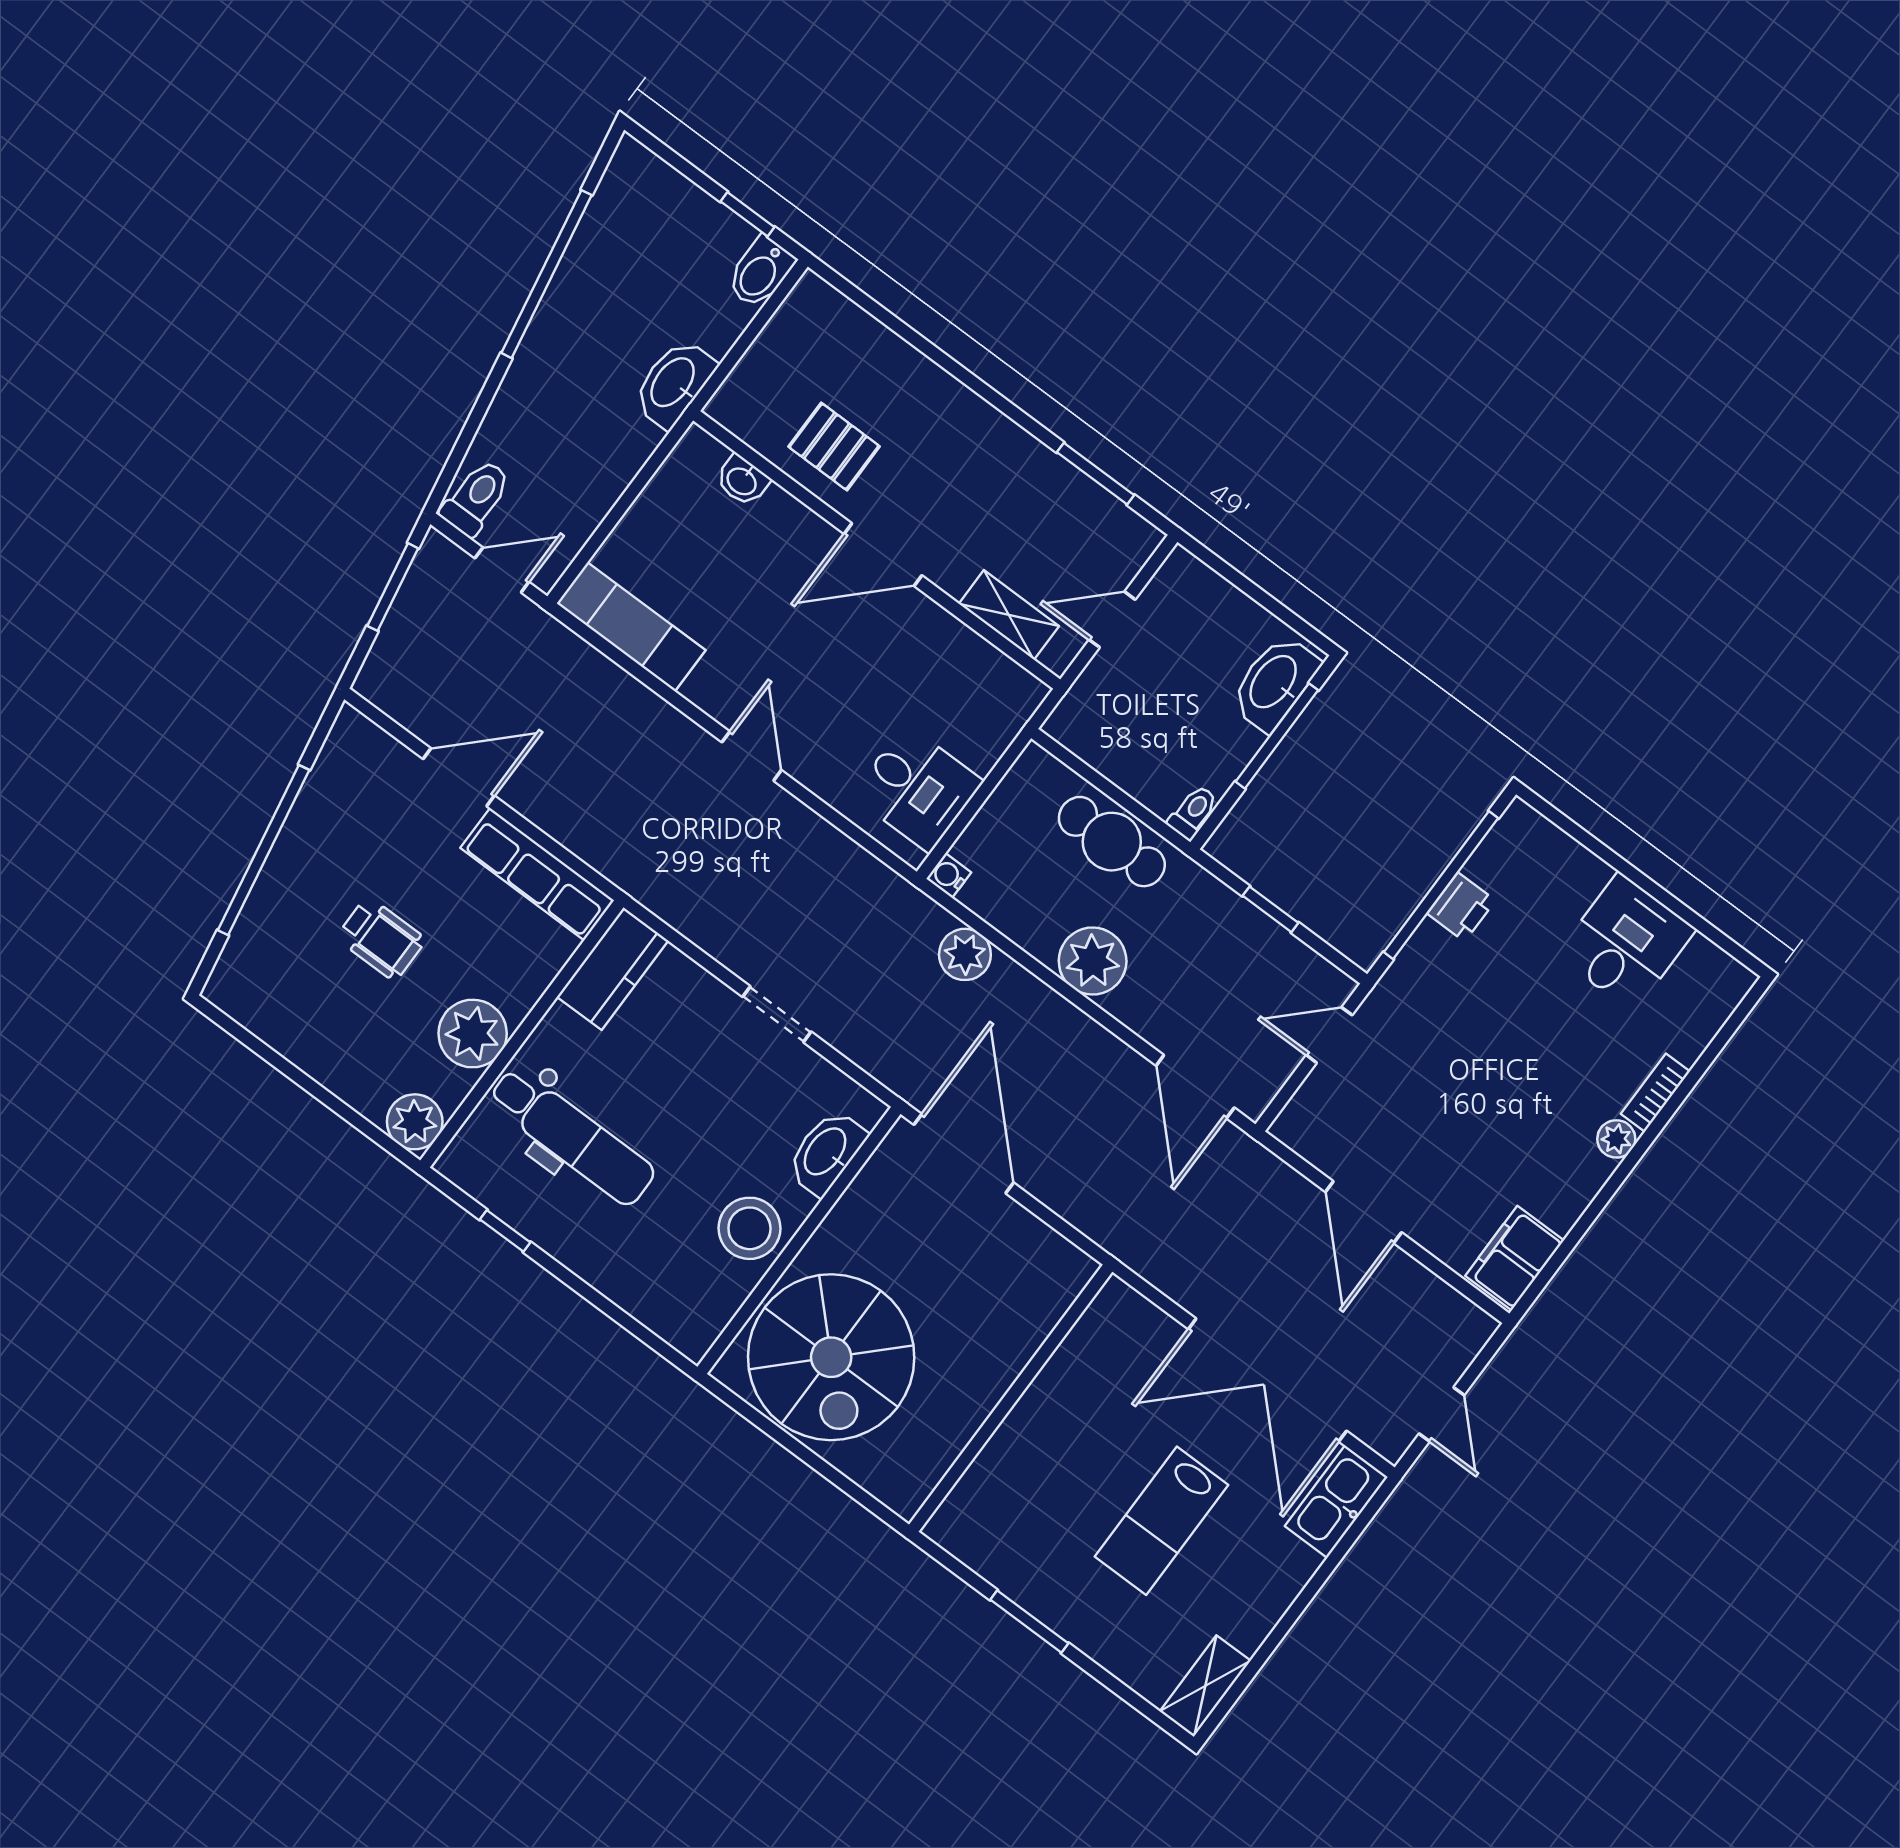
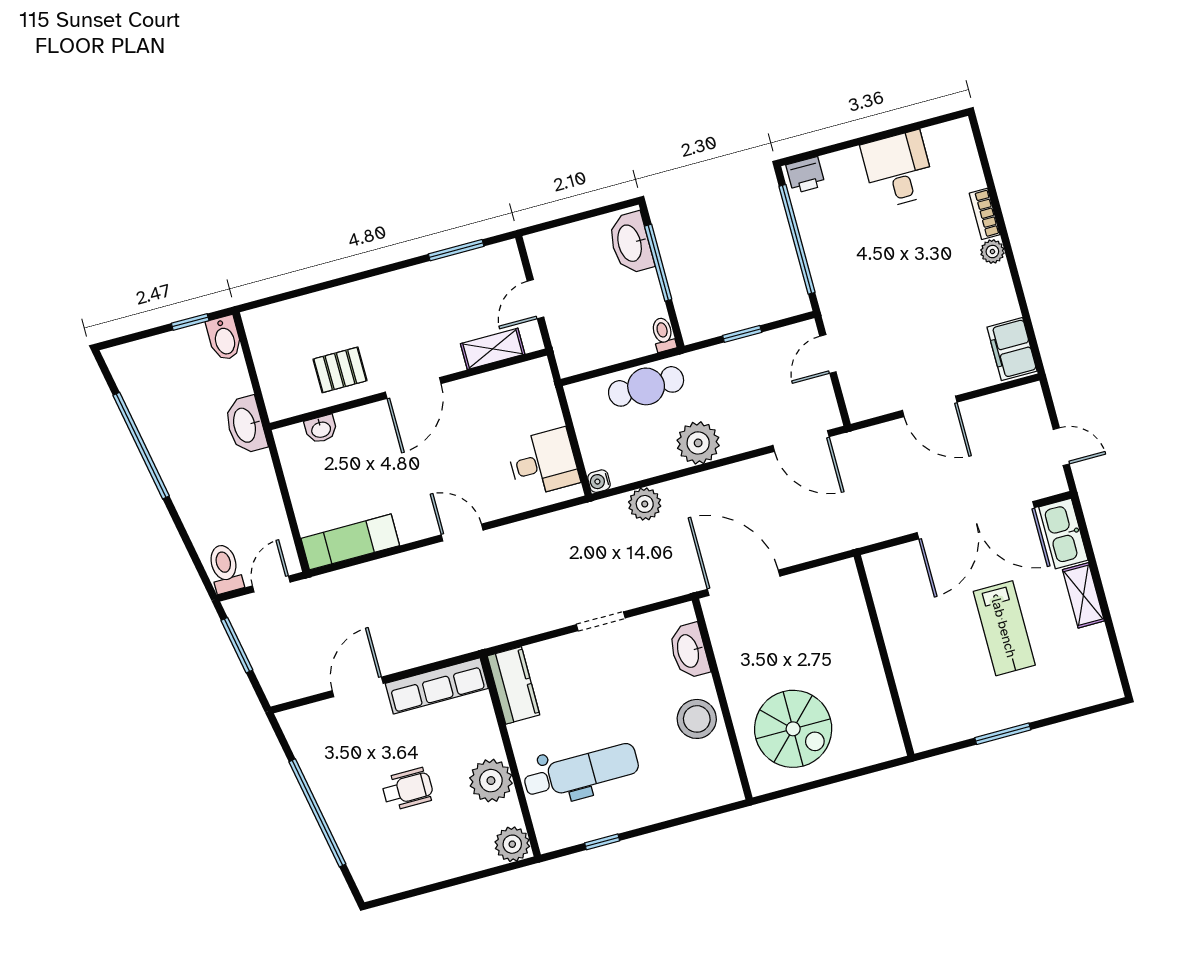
printer: (1461, 907) -> (806, 175), moved, turned 90
spiral stairs: (831, 1357) -> (793, 729), width x0.73, depth x0.73
shelving: (1205, 1686) -> (1083, 595), moved

